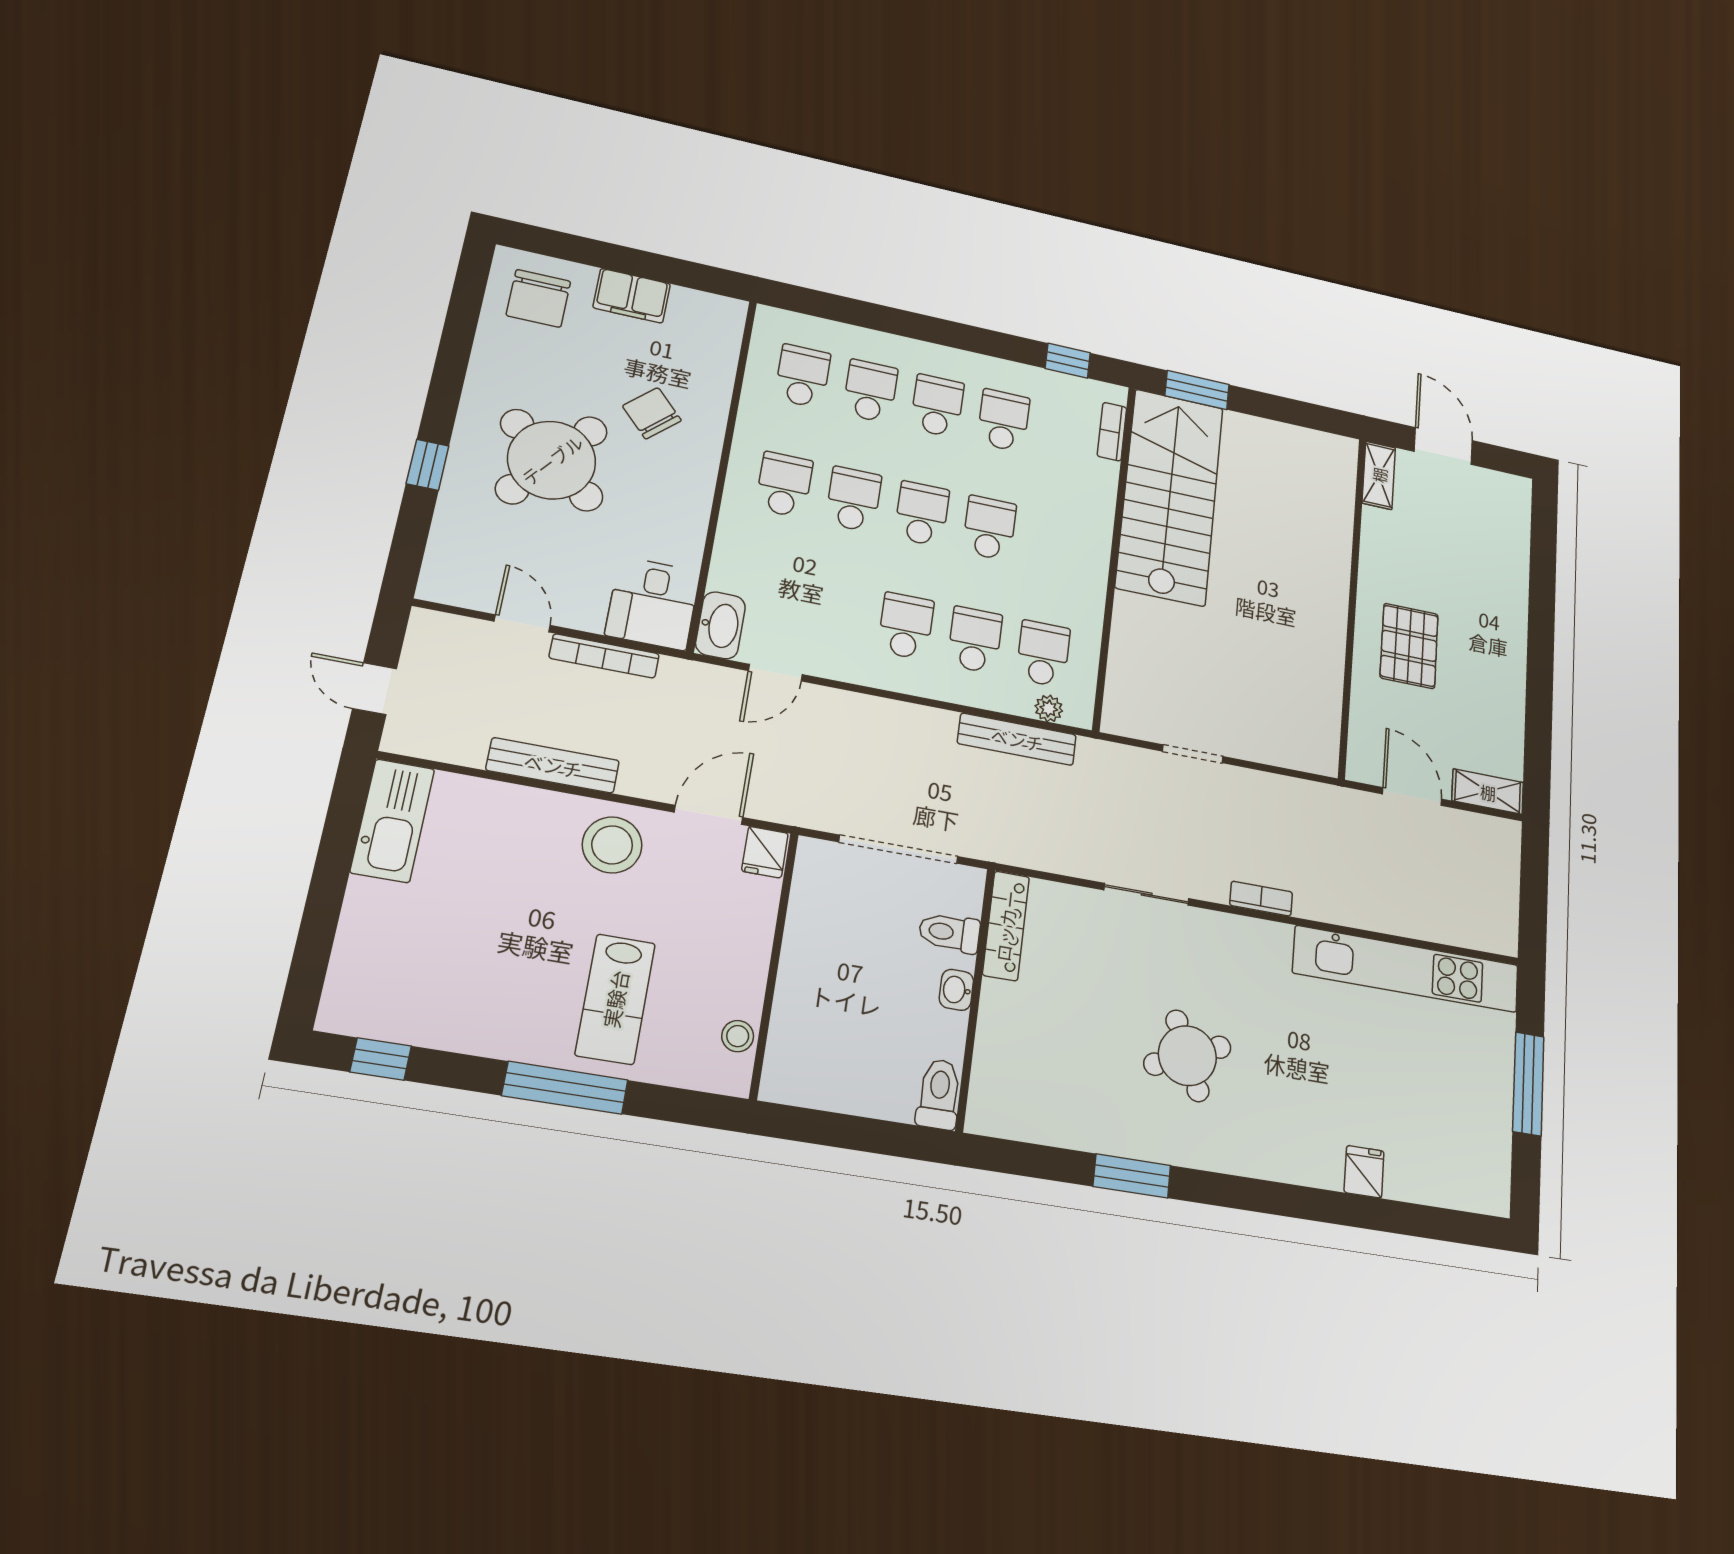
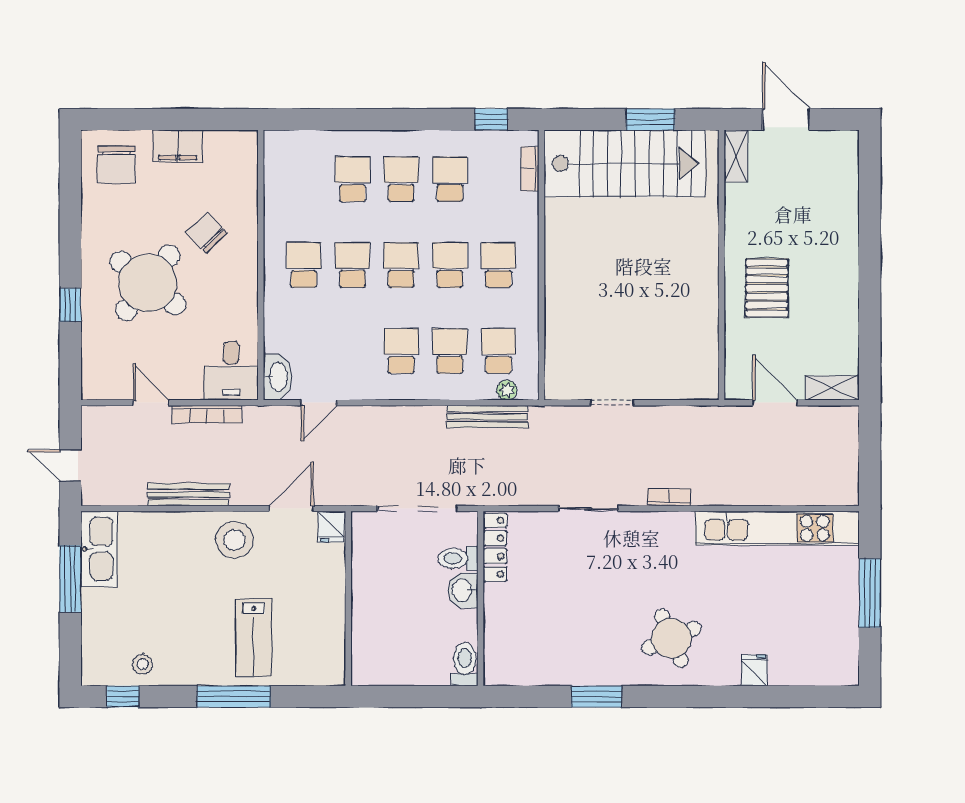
school desk: (803, 376) -> (499, 265), moved
window: (1197, 390) -> (650, 119), moved
stairs: (1170, 496) -> (625, 164), moved, turned 90
window: (335, 858) -> (70, 579), added
washbasin: (956, 990) -> (463, 590), width x1.38, depth x1.45
stool: (738, 1036) -> (143, 664), moved
round table: (1187, 1056) -> (671, 638), moved

